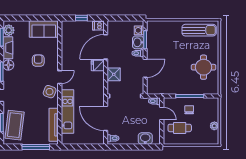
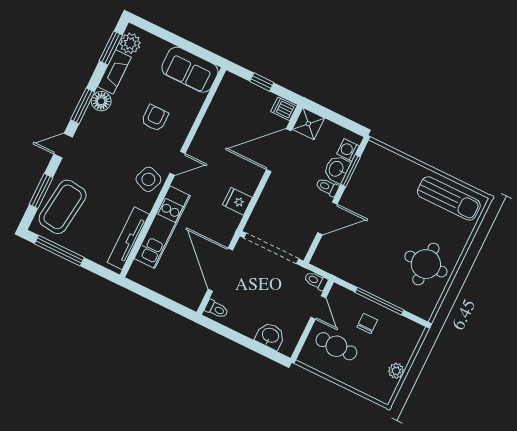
fridge: (98, 65) -> (237, 201), moved
shower: (114, 74) -> (308, 124), moved
window: (36, 147) -> (59, 251), moved

